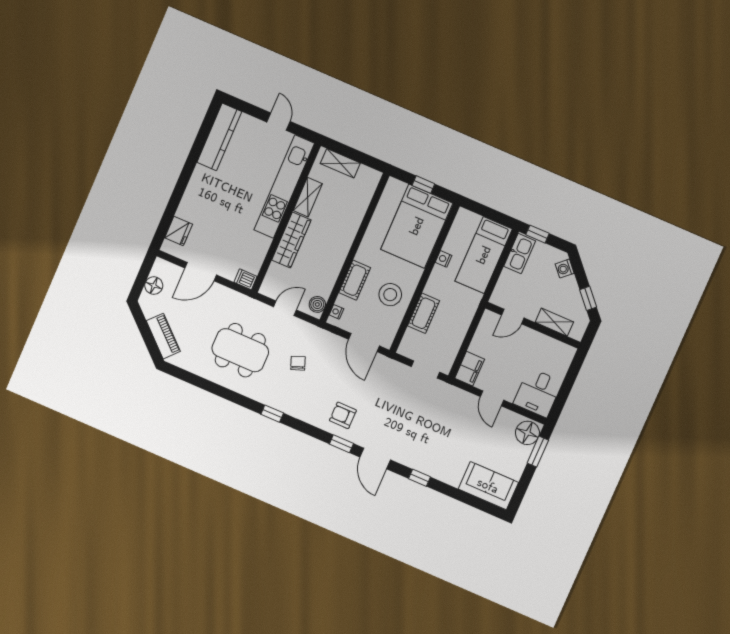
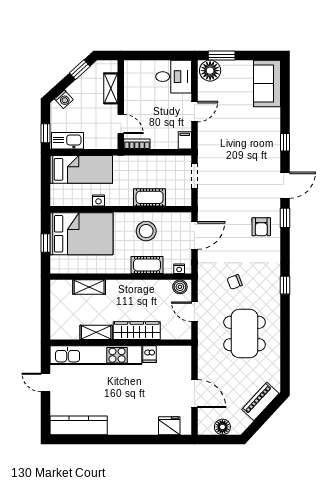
door: (279, 122) -> (46, 382), hinge flipped
shelving: (340, 163) -> (89, 287), moved, turned 90
dishwasher: (246, 279) -> (150, 354), moved
bookcase: (485, 324) -> (137, 144), added
filing cabinet: (470, 369) -> (185, 140), width x0.50

